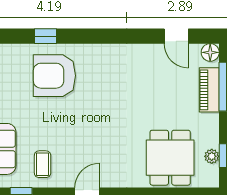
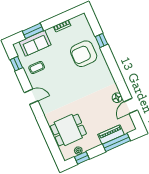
floor lamp: (210, 52) -> (117, 98), moved
armchair: (54, 76) -> (84, 54), turned -90

